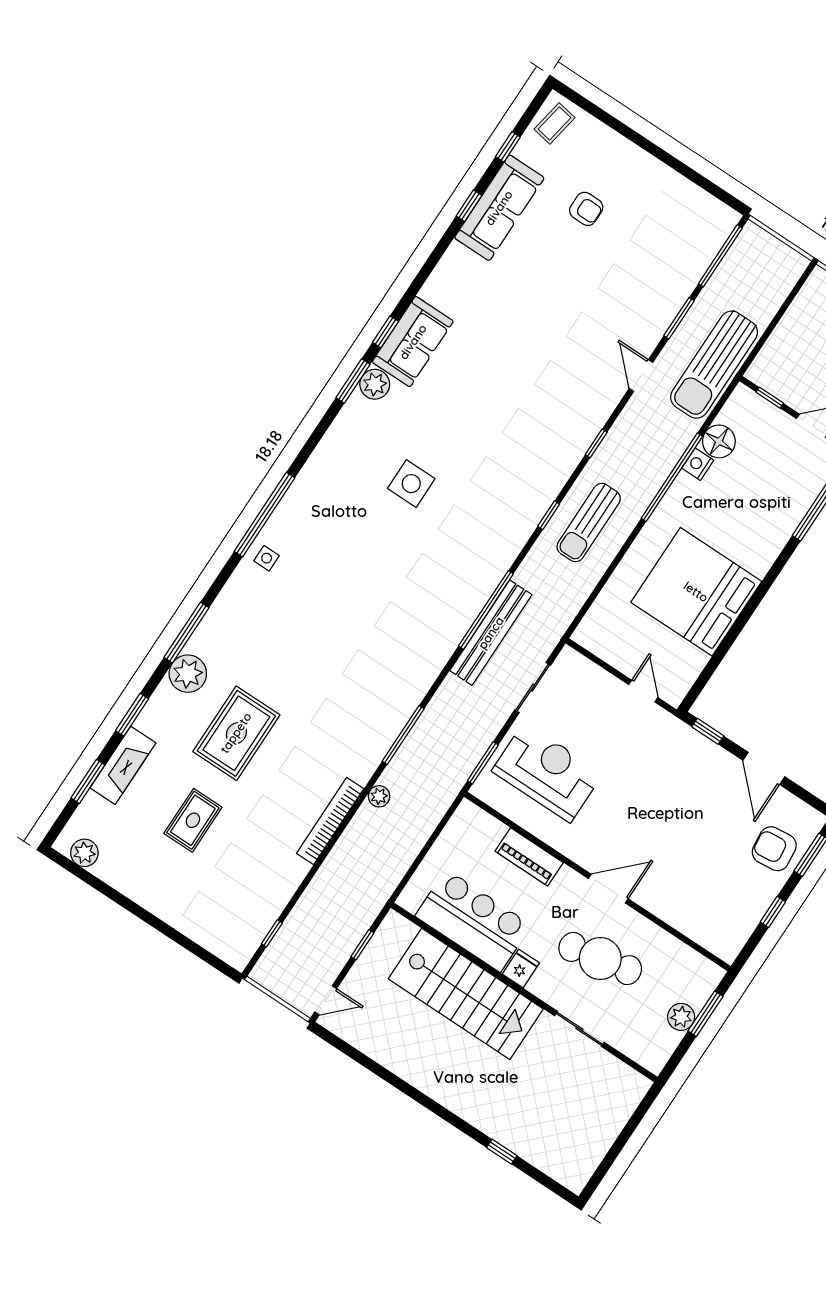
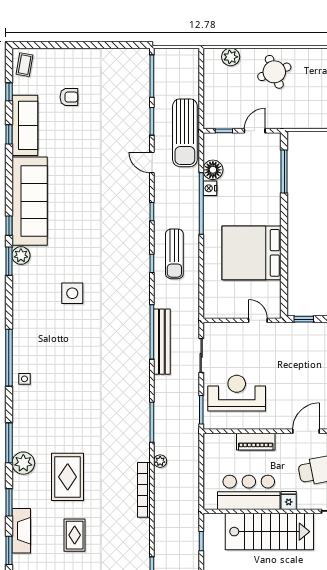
sofa: (413, 342) -> (30, 201), width x1.85, depth x1.27

